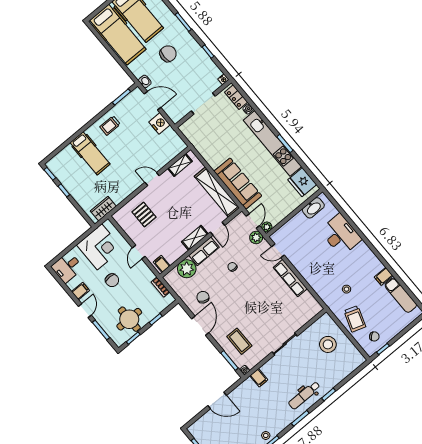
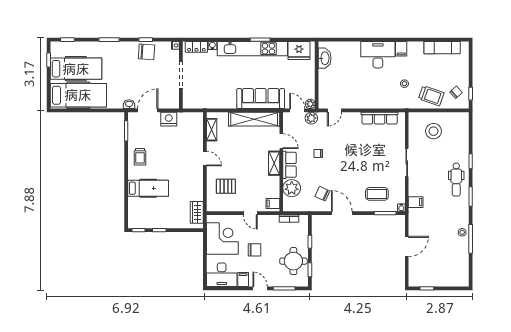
chair: (168, 54) -> (147, 52), moved, turned 94
door: (152, 179) -> (205, 159), swing flipped
desk: (341, 235) -> (378, 55), moved
desk: (67, 267) -> (222, 275), width x1.37
filing cabinet: (384, 276) -> (401, 49), moved
row of seats: (290, 278) -> (380, 118), moved

